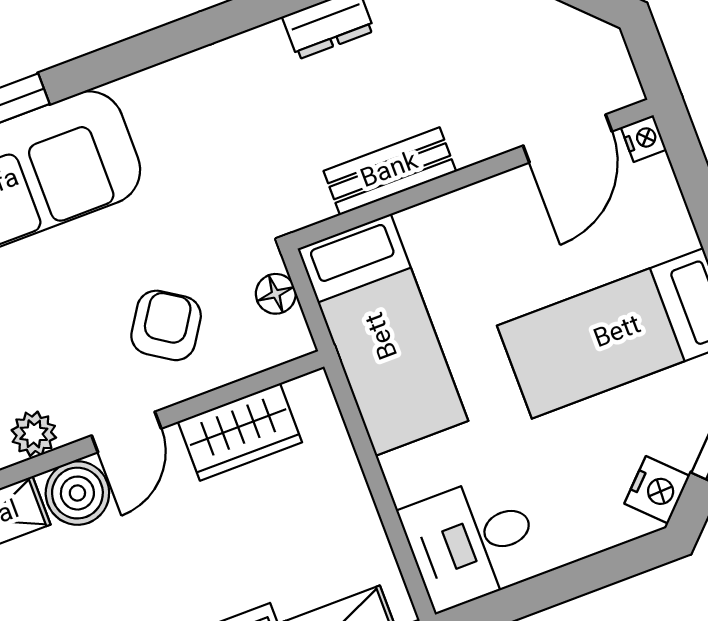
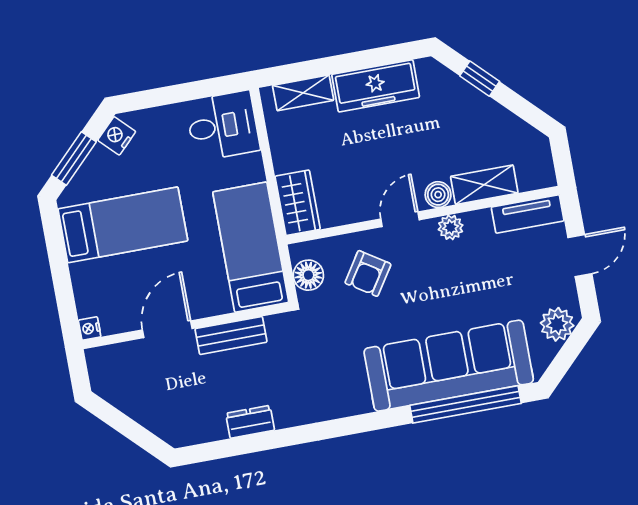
door: (567, 138) -> (167, 329), moved
floor lamp: (276, 294) -> (308, 275), width x1.37, depth x1.37
wardrobe: (240, 432) -> (298, 203), moved, turned 90
boiler: (77, 493) -> (438, 195), width x0.73, depth x0.73

